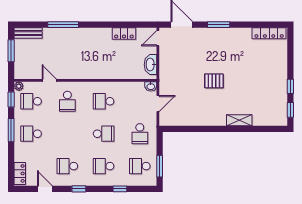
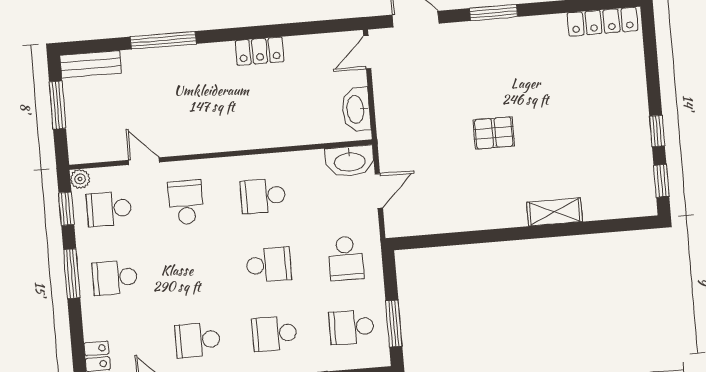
locker: (124, 34) -> (260, 51), moved
washbasin: (151, 86) -> (350, 161), width x1.91, depth x1.45
school desk: (67, 101) -> (186, 202), turned 180

